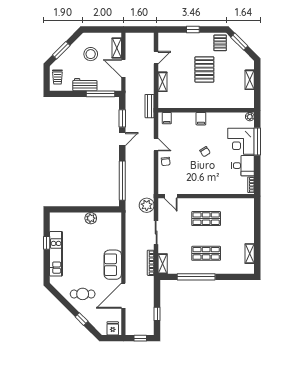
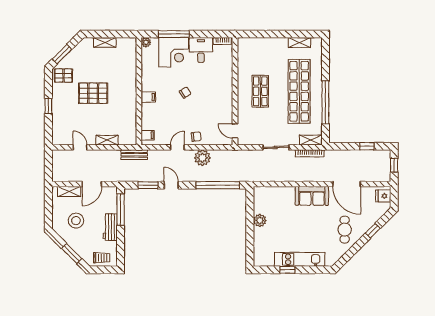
door: (171, 196) -> (235, 131), swing flipped
plant: (147, 205) -> (202, 158), moved
shop shelf: (206, 253) -> (299, 91), width x2.00, depth x1.36

